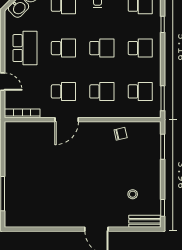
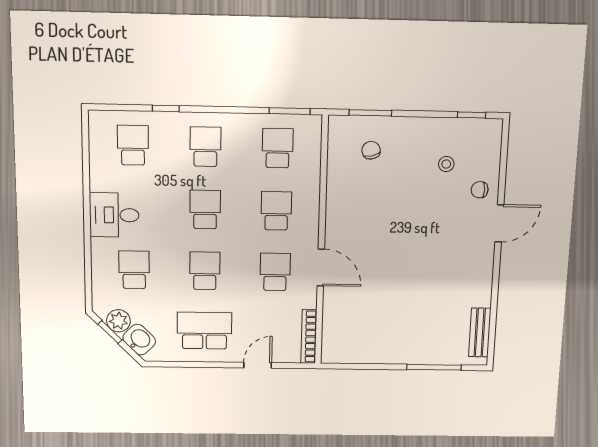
chair: (121, 134) -> (371, 150), moved
chair: (117, 216) -> (480, 190), added
bench: (145, 221) -> (480, 332), moved

